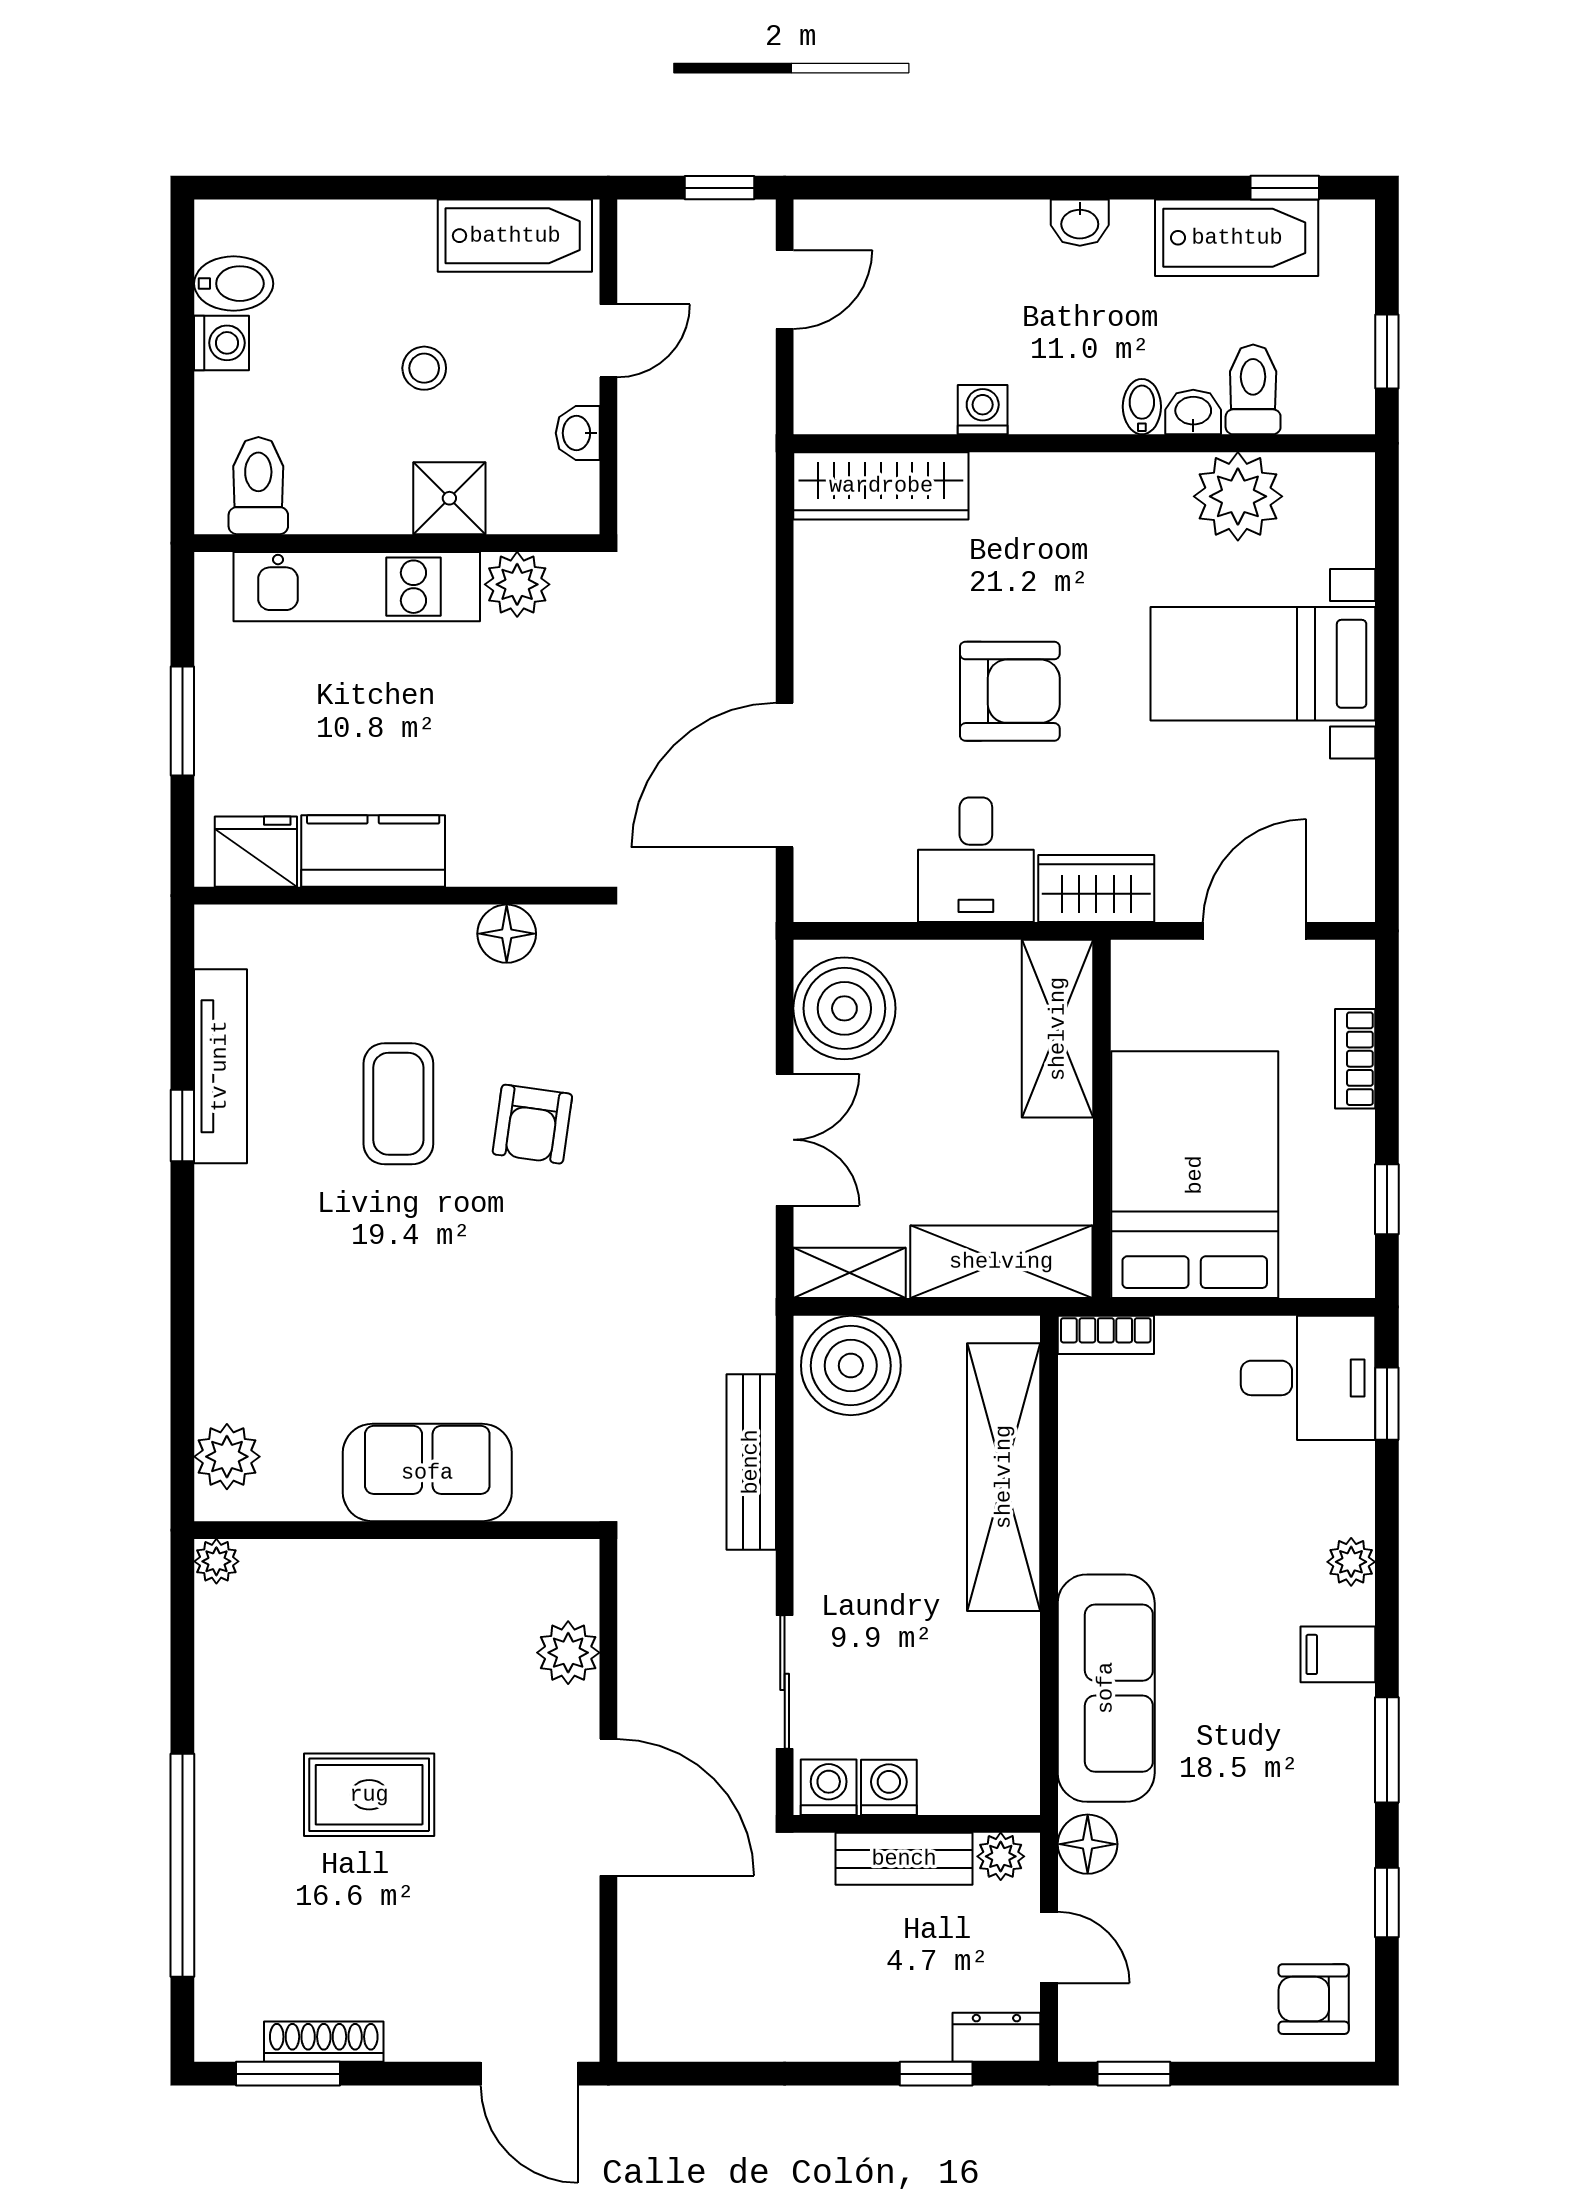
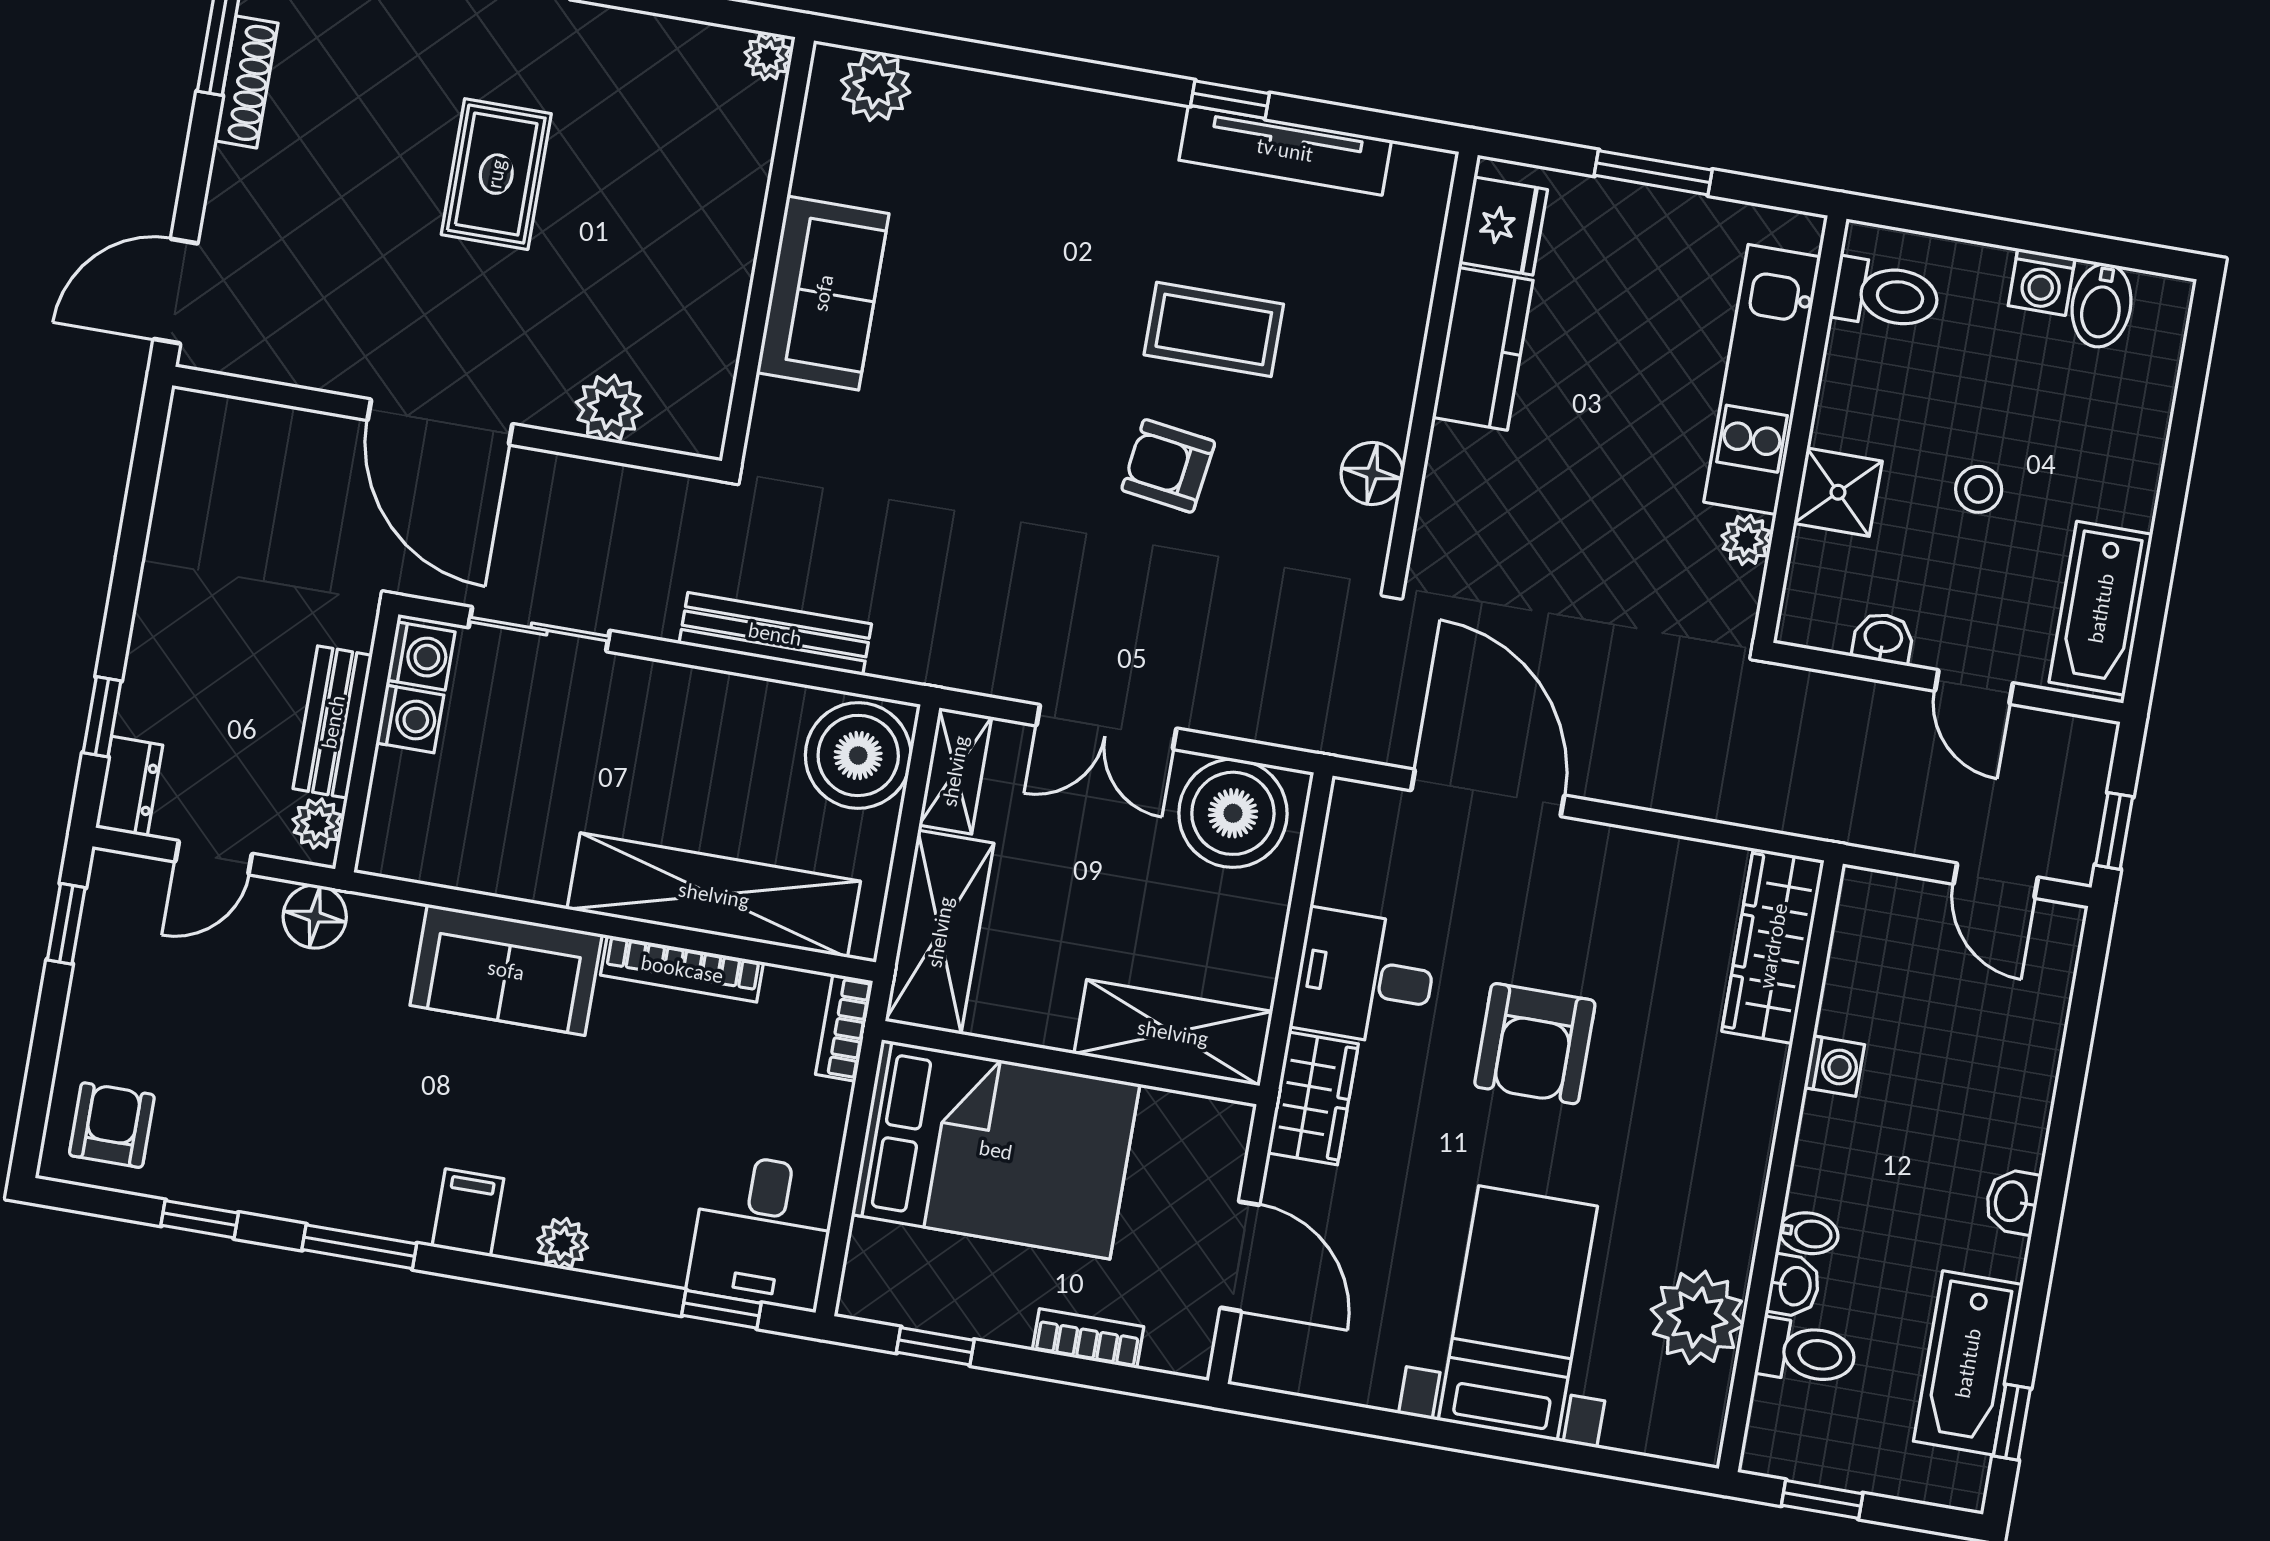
plant: (517, 584) -> (1746, 540), width x0.73, depth x0.73
bookcase: (1077, 1495) -> (682, 969), added
sofa: (1106, 1688) -> (506, 970), width x0.73
door: (608, 1807) -> (440, 422), hinge flipped

